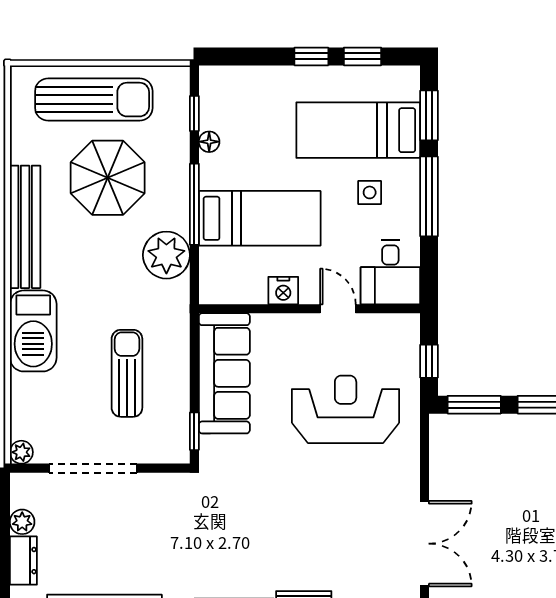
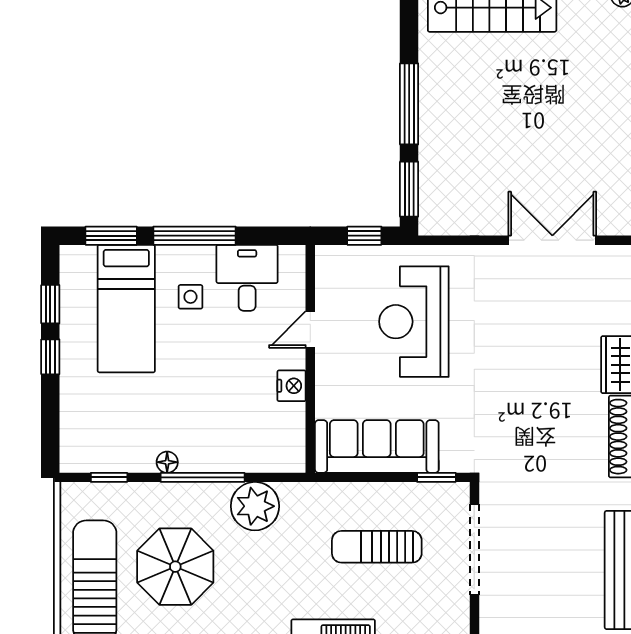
floor lamp: (209, 142) -> (167, 462), moved
bed: (260, 218) -> (217, 410), removed
desk: (390, 272) -> (247, 278), moved, turned -90
doorway: (93, 468) -> (474, 549), moved

